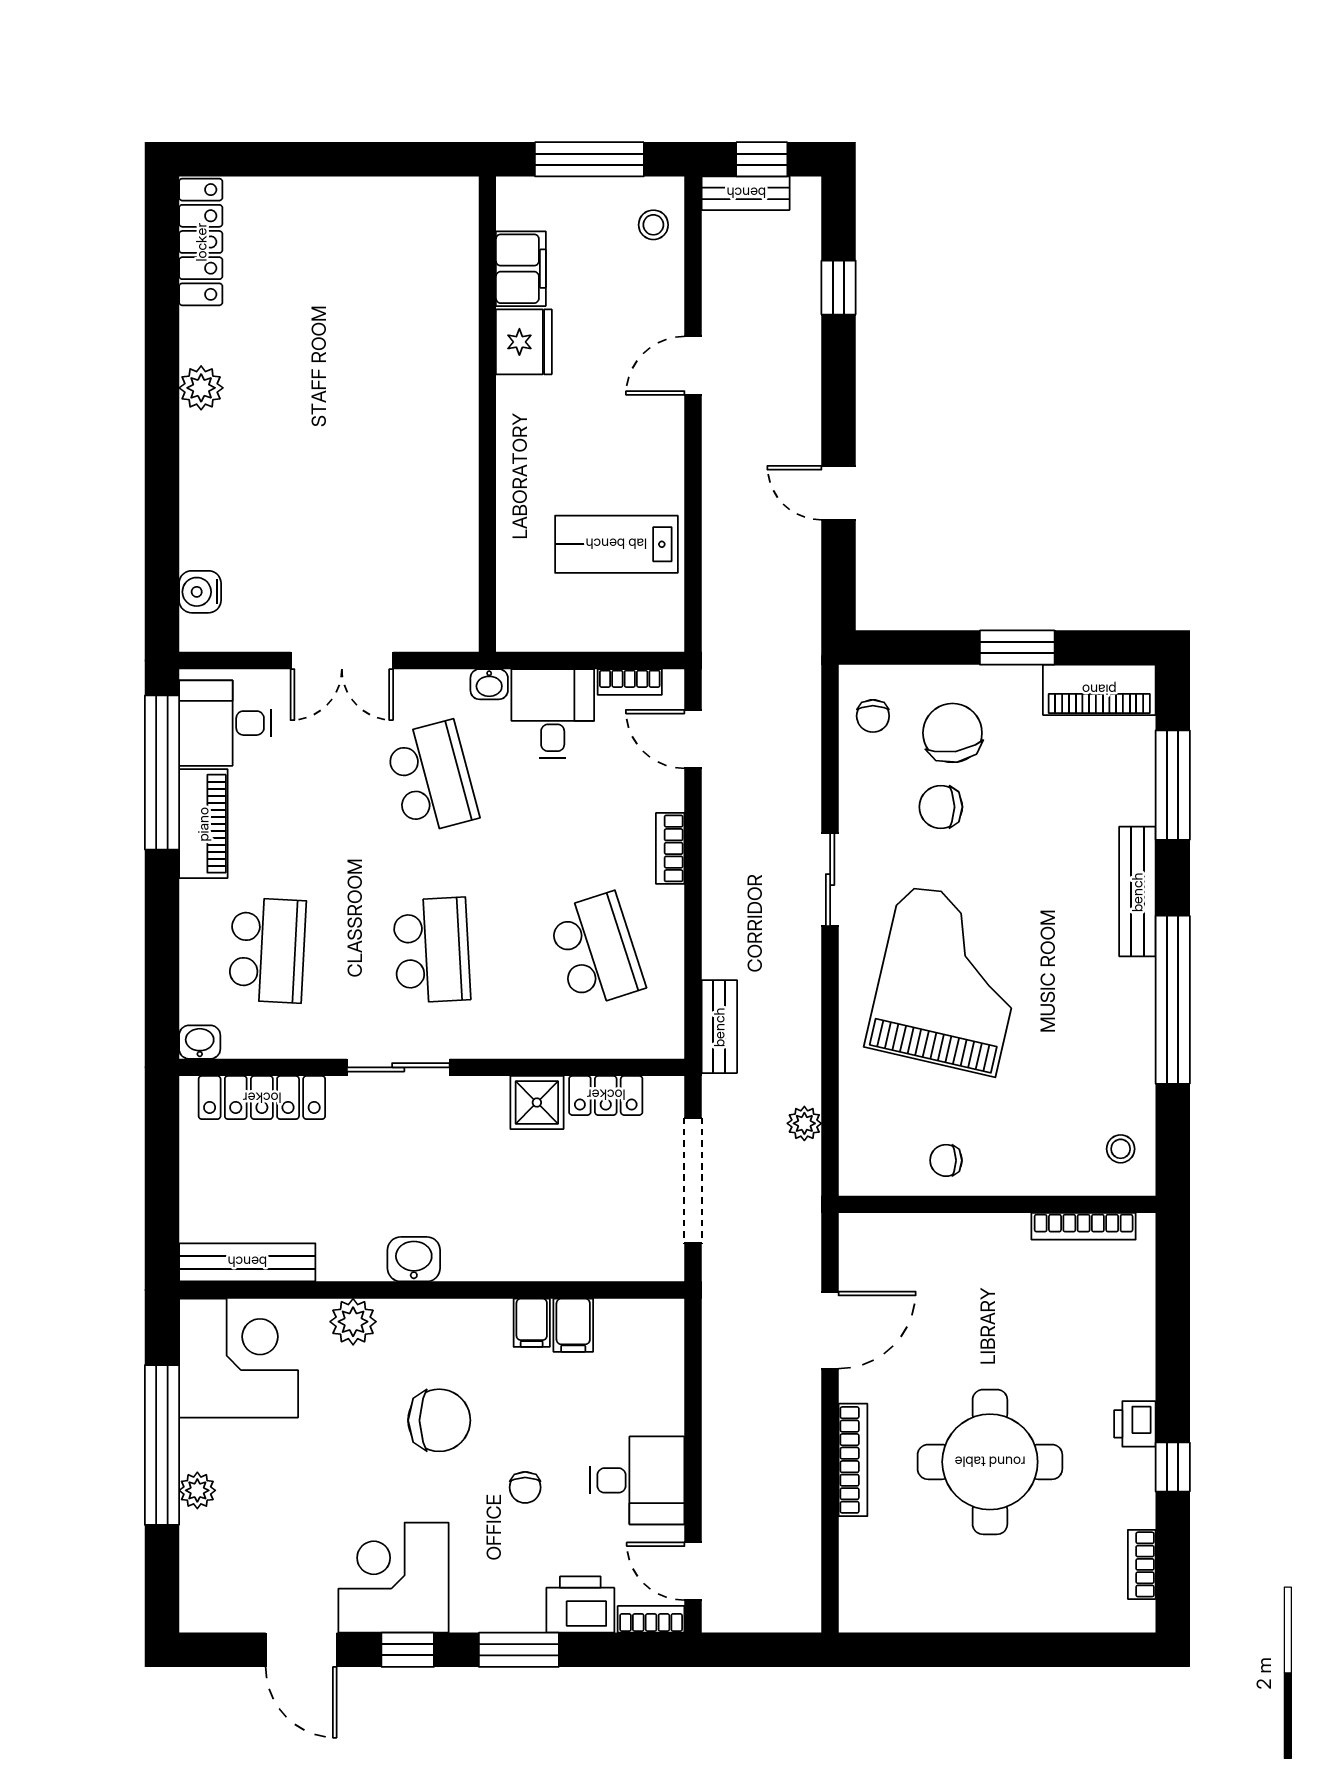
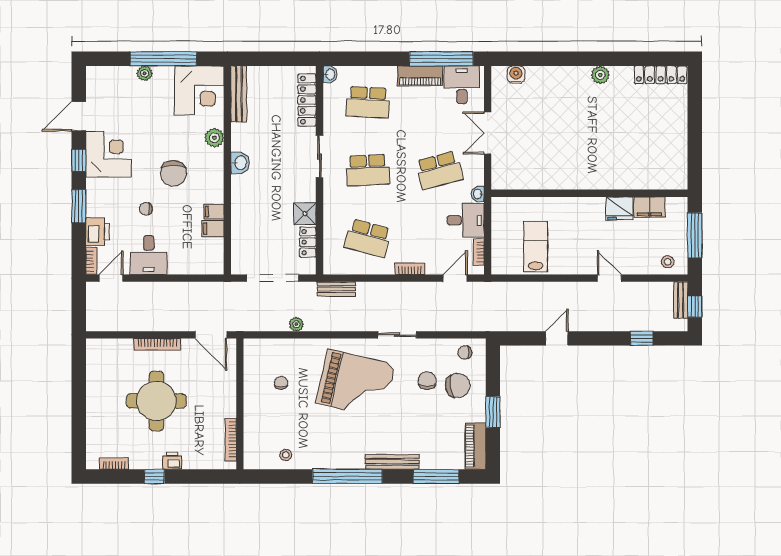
school desk: (596, 950) -> (368, 238), turned 33
wall: (997, 1204) -> (240, 404), moved
bookcase: (1084, 1226) -> (231, 440), moved

